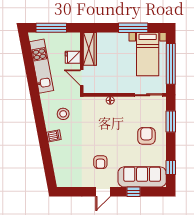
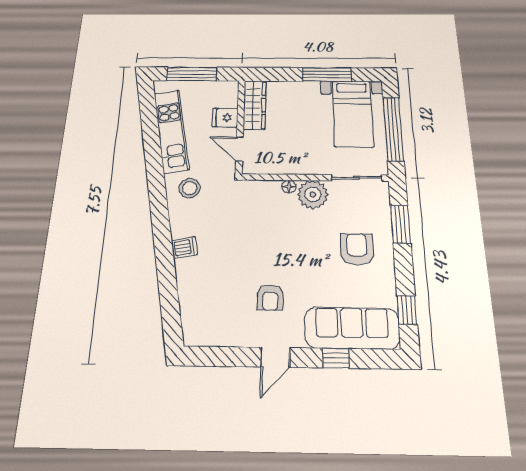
plant: (123, 105) -> (313, 194), added
stool: (63, 114) -> (190, 188), moved

